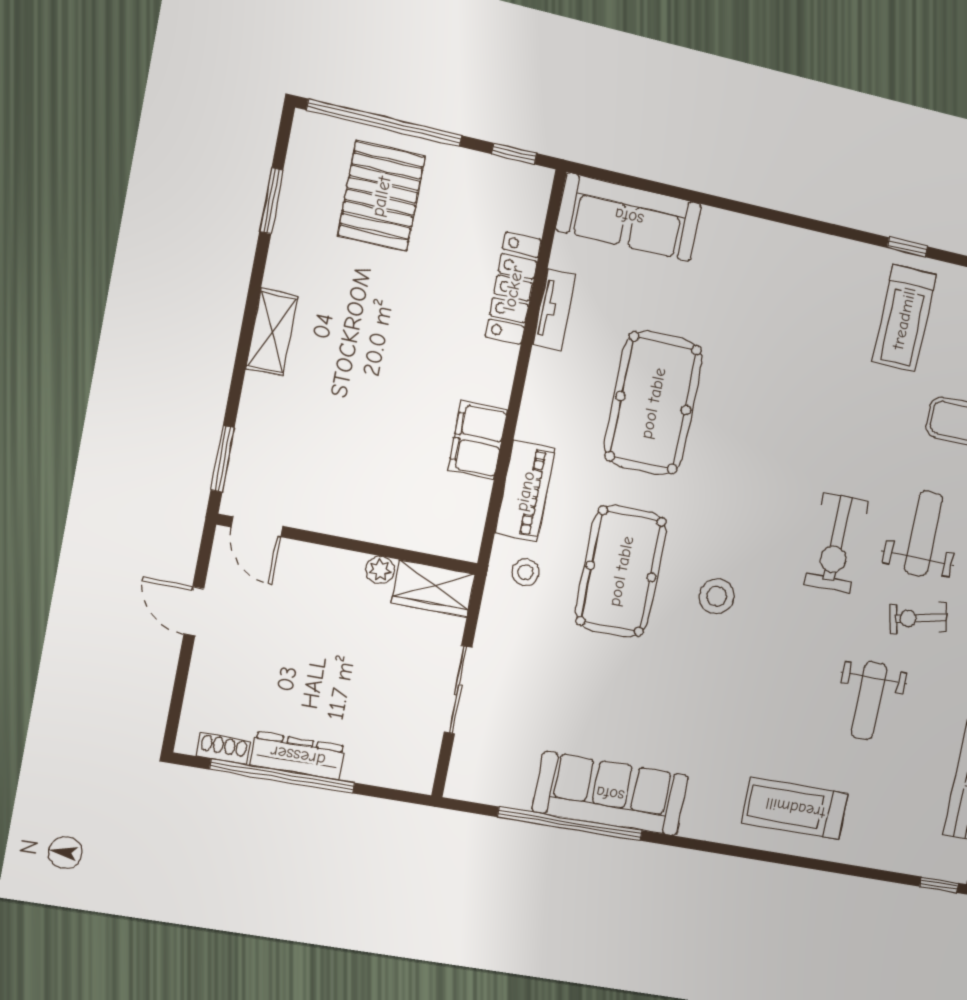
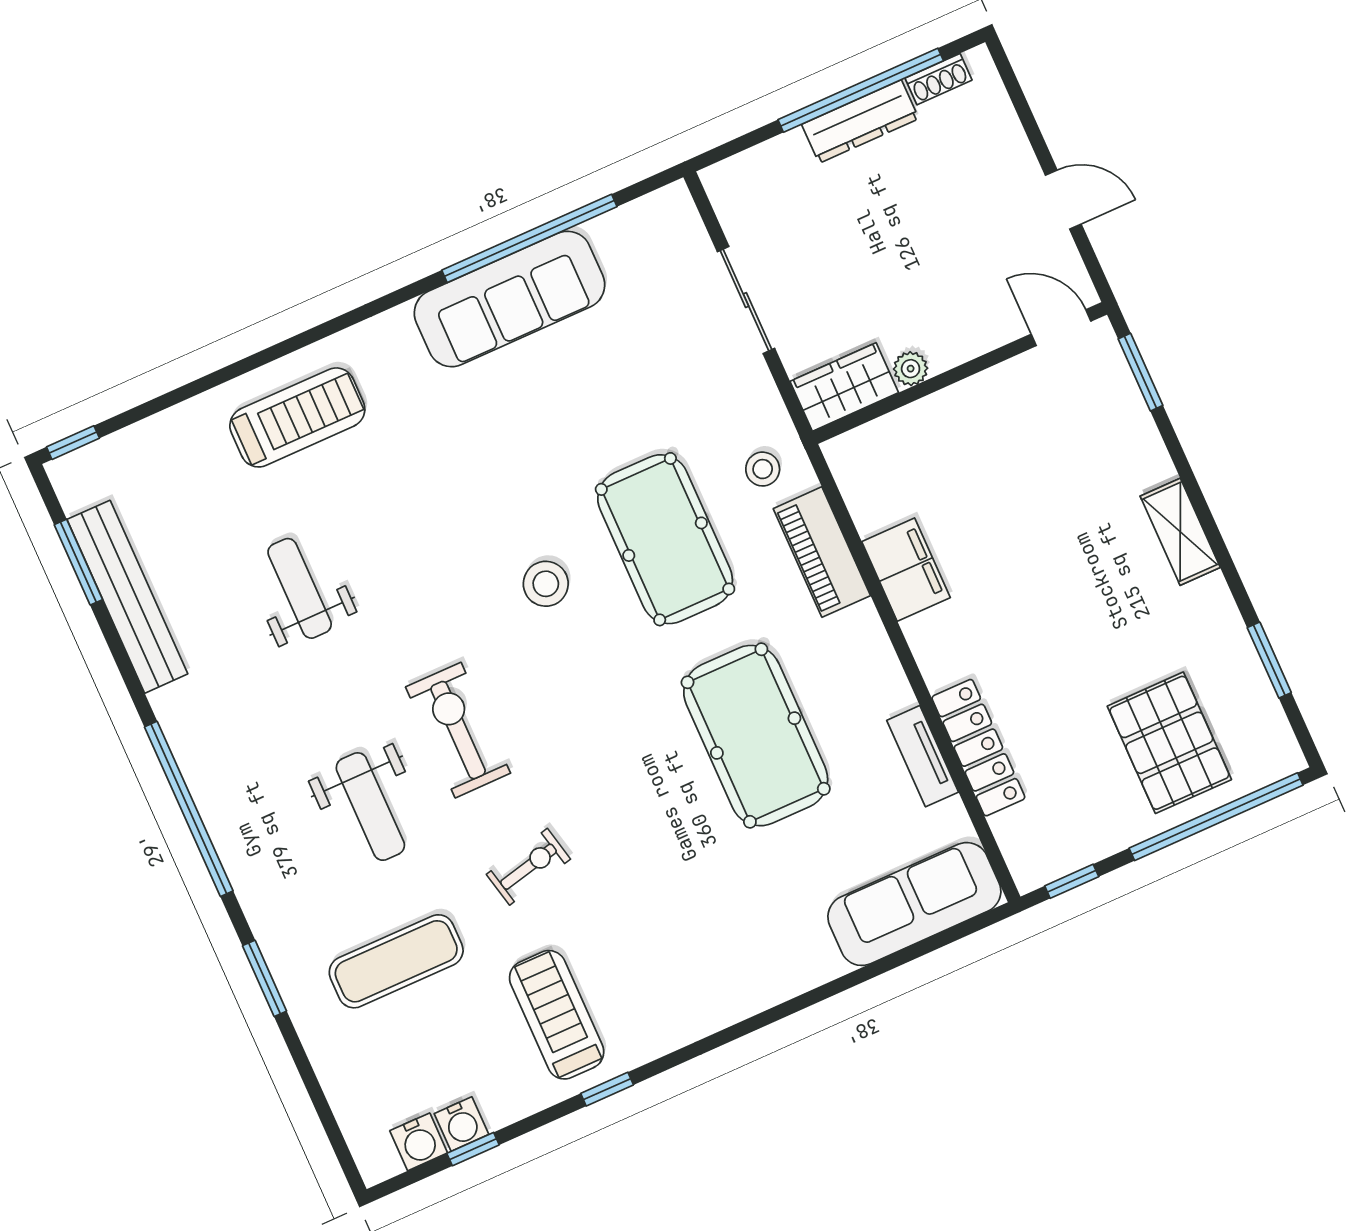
exercise bike: (918, 618) -> (528, 867), moved

